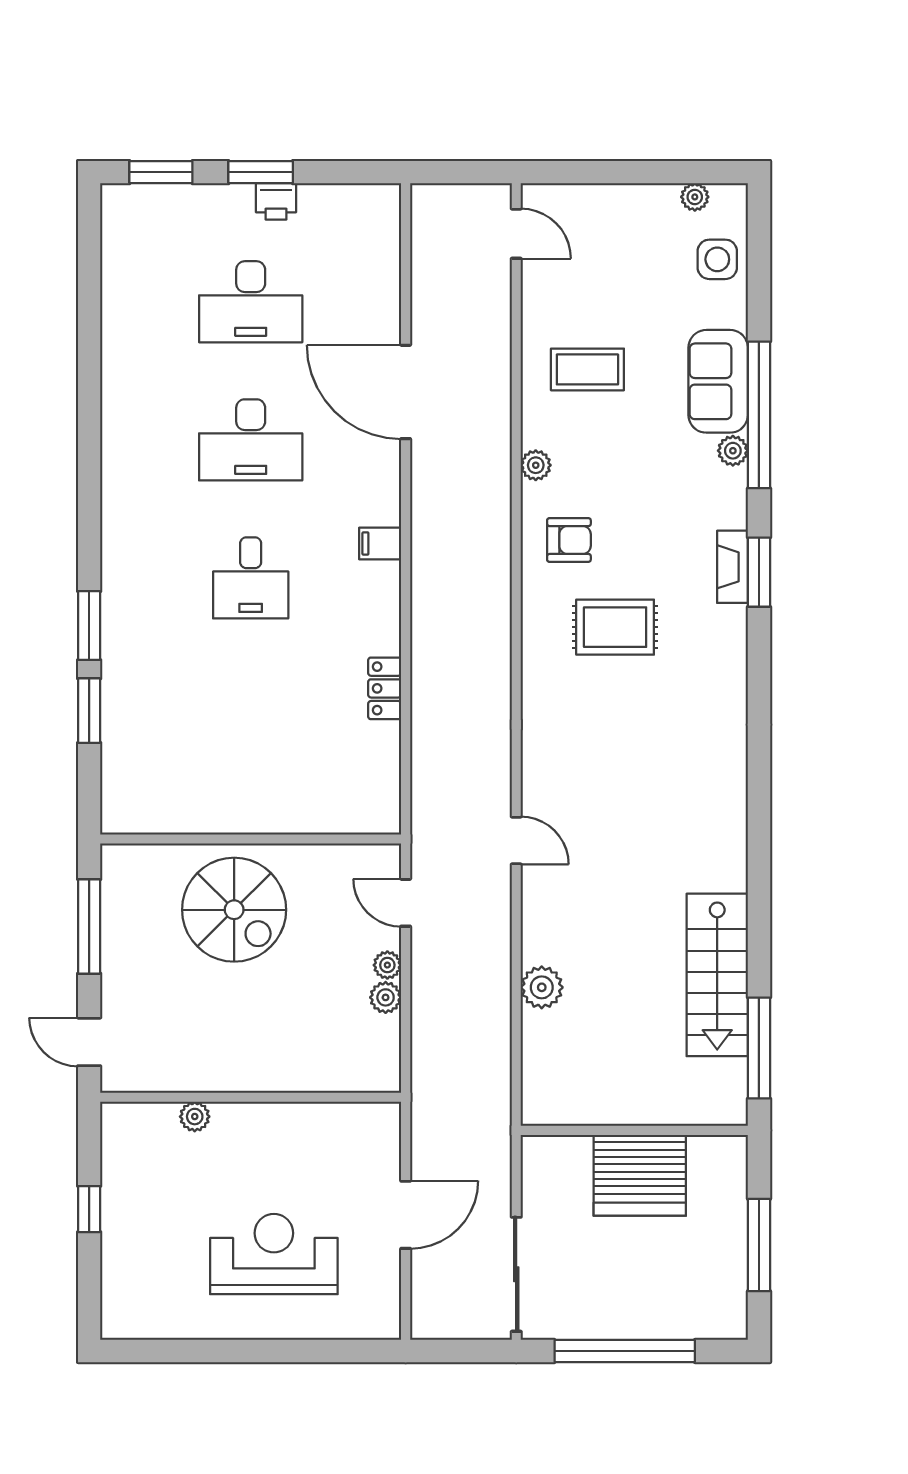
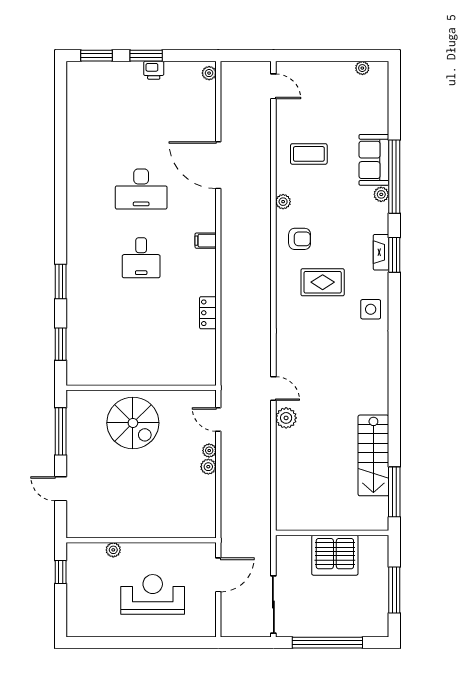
plant: (387, 207) -> (209, 73), added
side table: (717, 259) -> (371, 309), moved
desk: (251, 302) -> (141, 120), removed
window: (89, 711) -> (61, 344), moved
plant: (542, 987) -> (286, 418), moved
wall: (251, 1097) -> (141, 540), moved
plant: (195, 1117) -> (113, 550), moved

